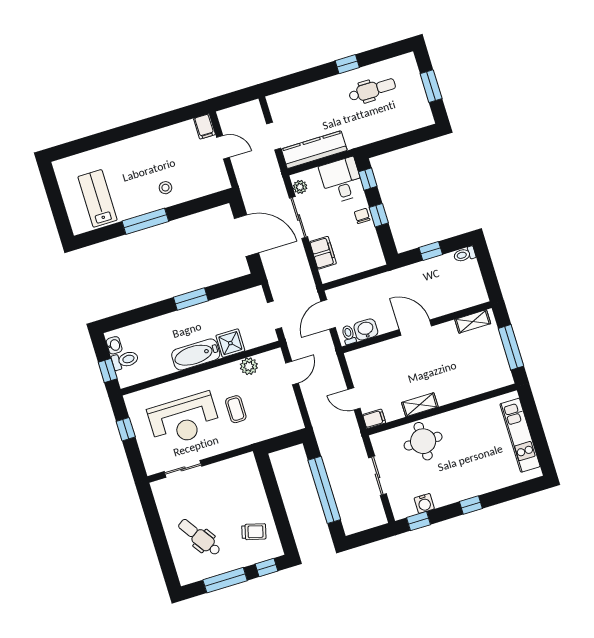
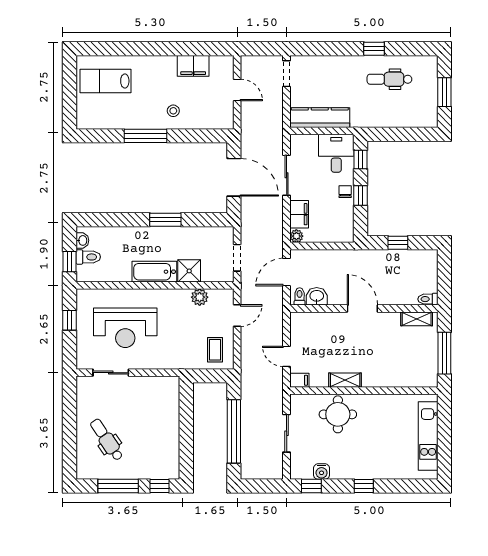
dental chair: (372, 90) -> (389, 79), turned 180
filing cabinet: (204, 126) -> (193, 66), moved, width x2.00
doorway: (274, 136) -> (287, 74), moved
plant: (300, 187) -> (296, 236), moved
lab bench: (97, 198) -> (105, 81), moved, turned -90
toilet: (465, 254) -> (428, 299), moved
coffee table: (236, 409) -> (215, 350), moved
trolley: (254, 532) -> (158, 450), removed

